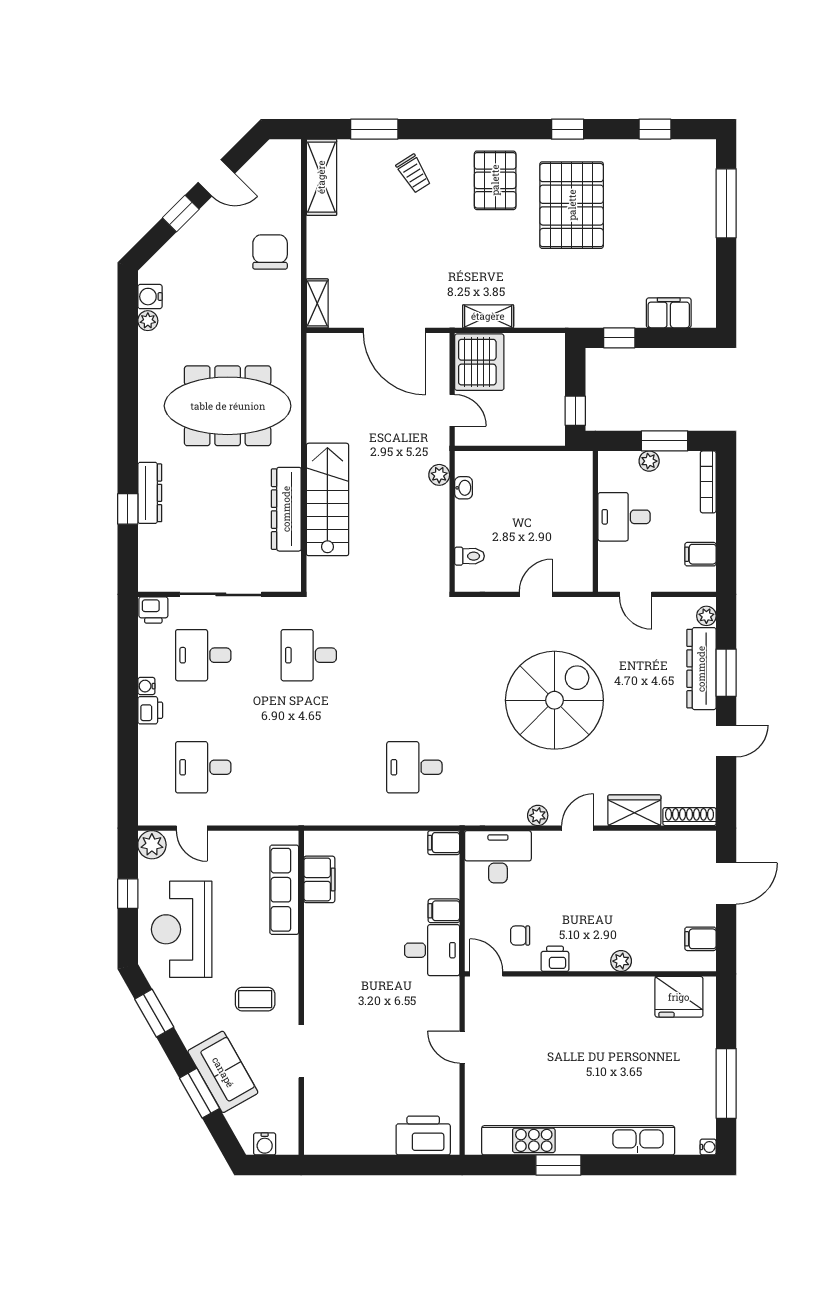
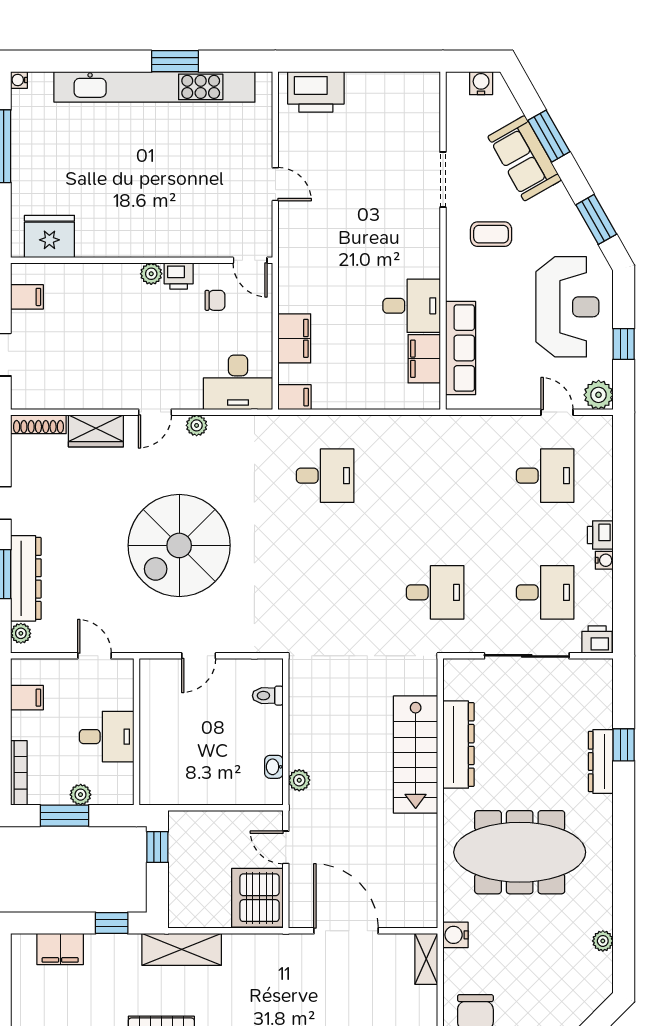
water cooler: (150, 297) -> (456, 935), moved, turned 180
shelving: (488, 316) -> (182, 949), moved, width x1.50, depth x1.33
filing cabinet: (444, 911) -> (294, 338), width x2.00
desk: (432, 950) -> (412, 306), moved, turned 180
plant: (621, 961) -> (151, 274), moved

